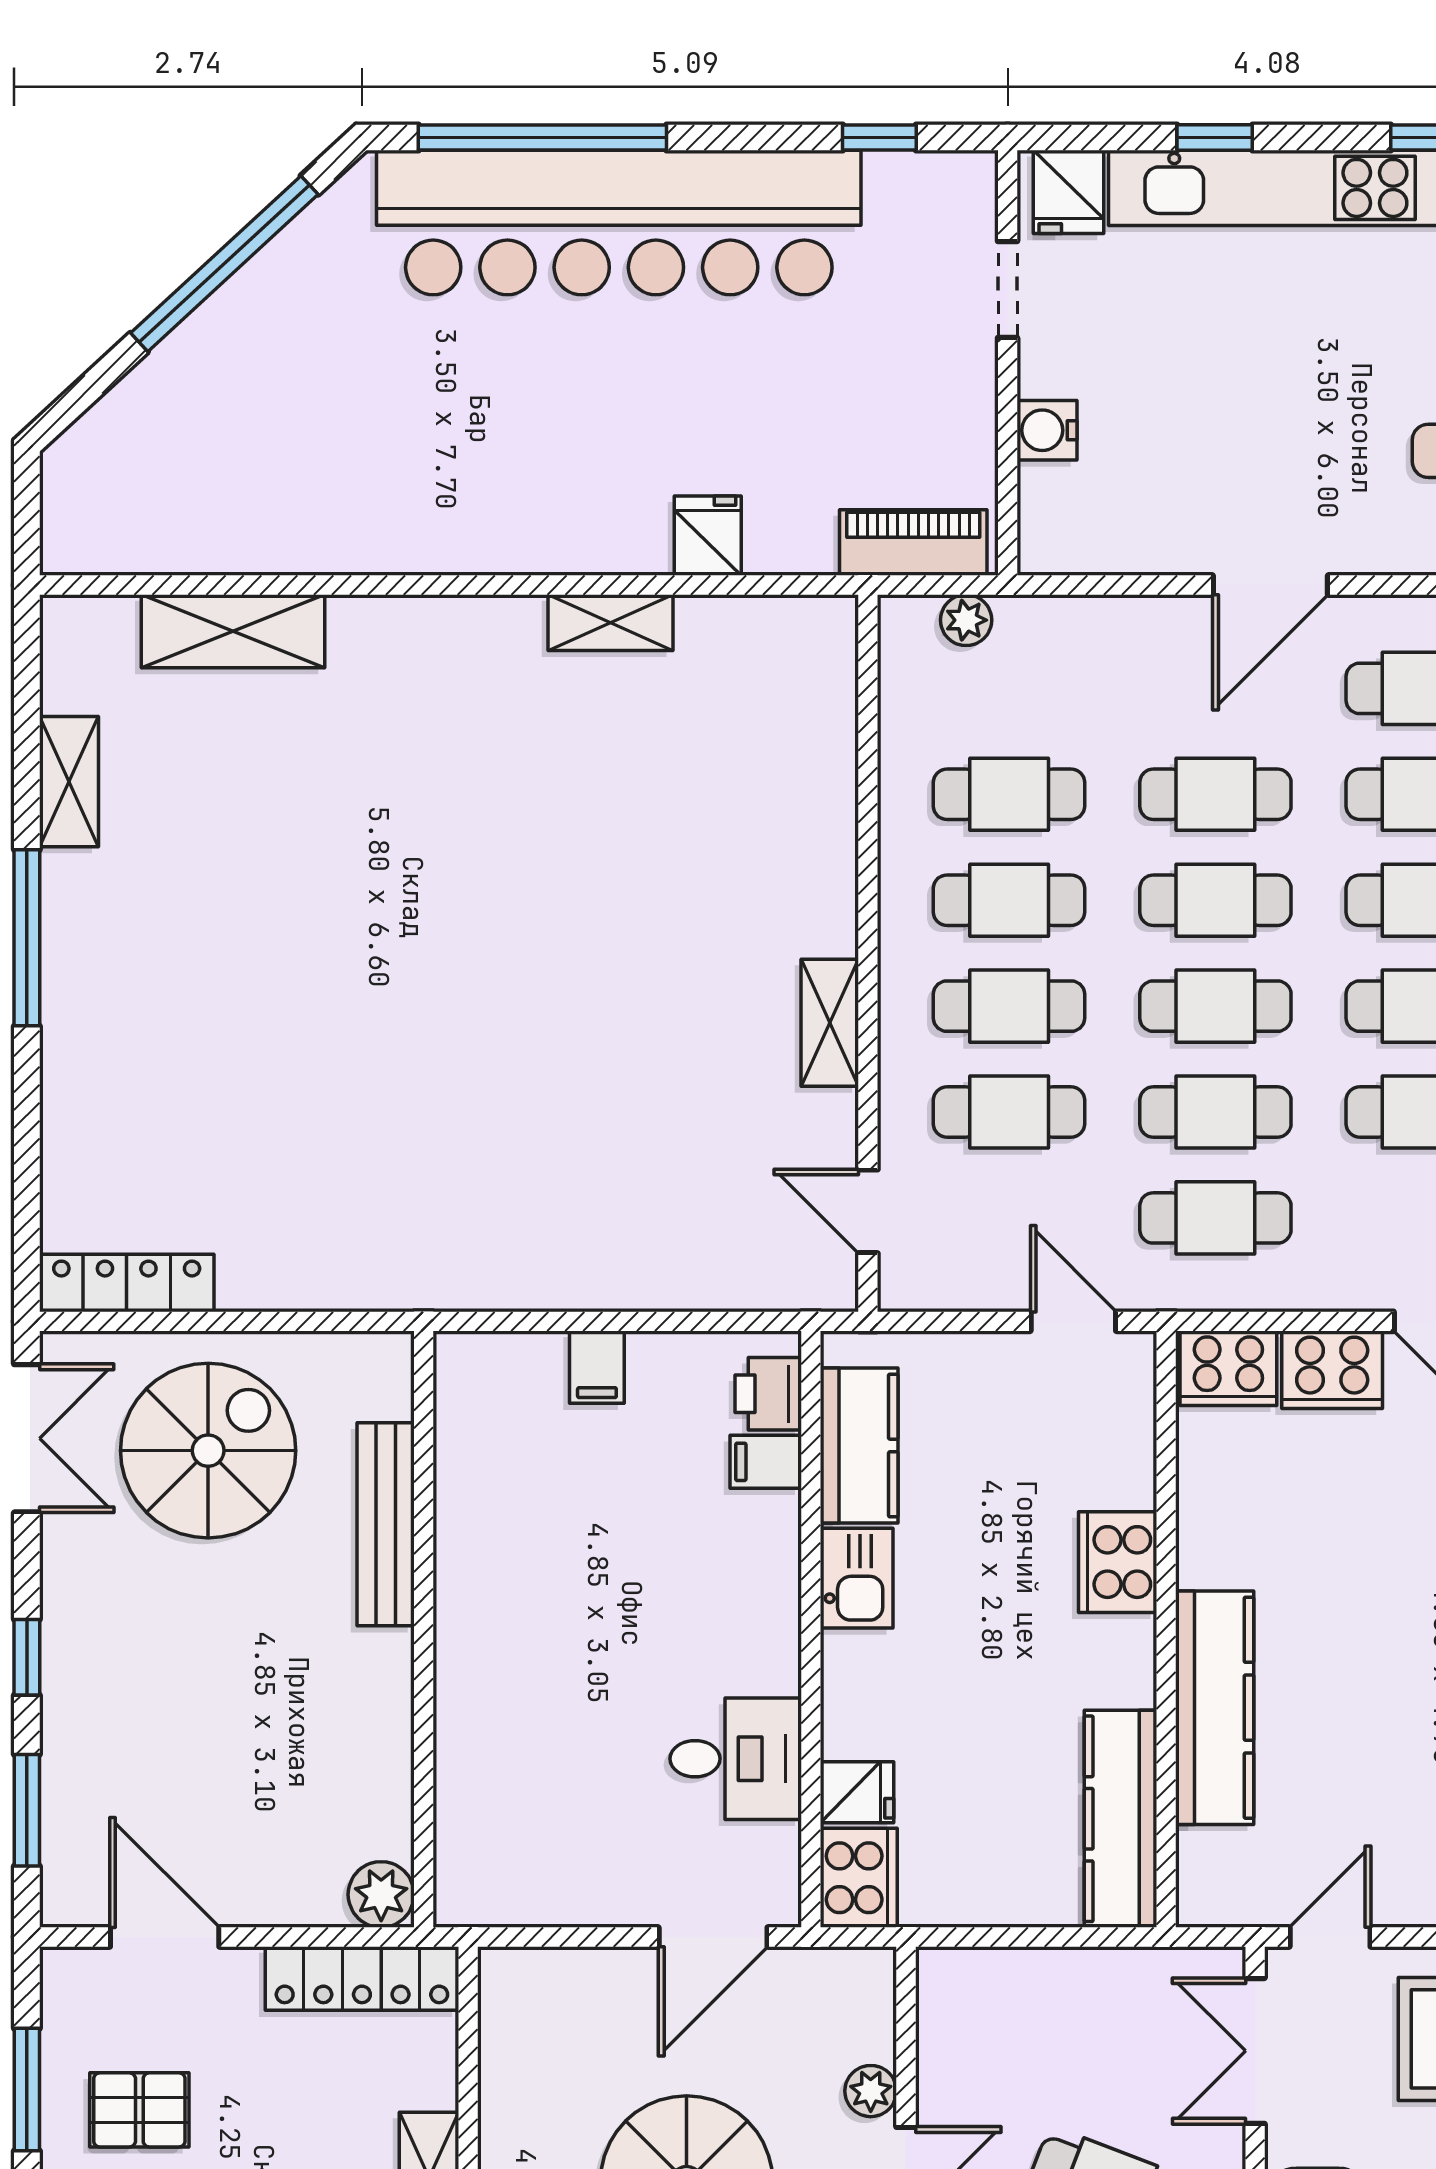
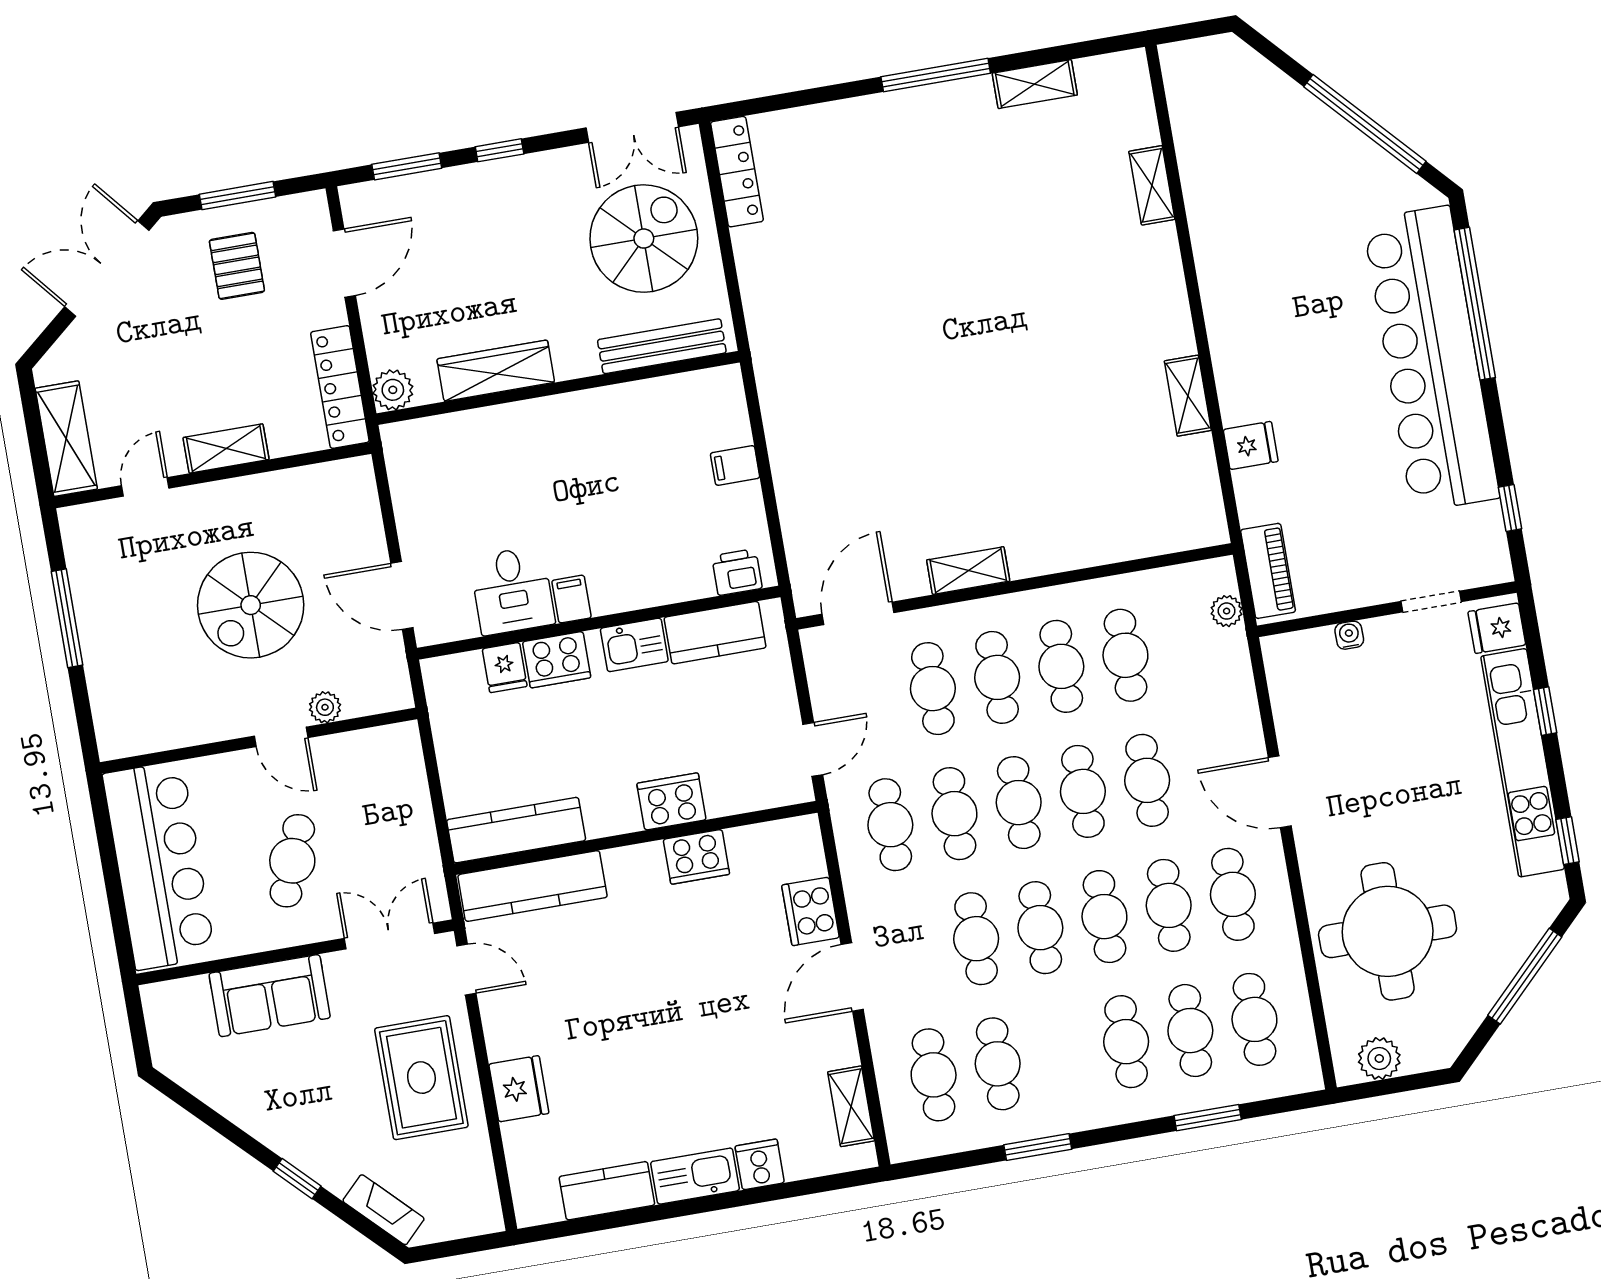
water cooler: (1047, 430) -> (1349, 635), width x0.72, depth x0.72
shelving: (233, 631) -> (1152, 185), width x0.67, depth x0.75
door: (868, 1211) -> (858, 613), width x1.38
cooker: (1228, 1368) -> (696, 857), moved, turned -90
spiral stairs: (208, 1451) -> (644, 239), turned -90
filing cabinet: (766, 1462) -> (571, 599), moved
bench: (386, 1524) -> (662, 346), moved
kitchen counter: (1215, 1708) -> (532, 886), moved
wardrobe: (379, 1724) -> (496, 371), added
cooker: (859, 1878) -> (557, 660), moved

